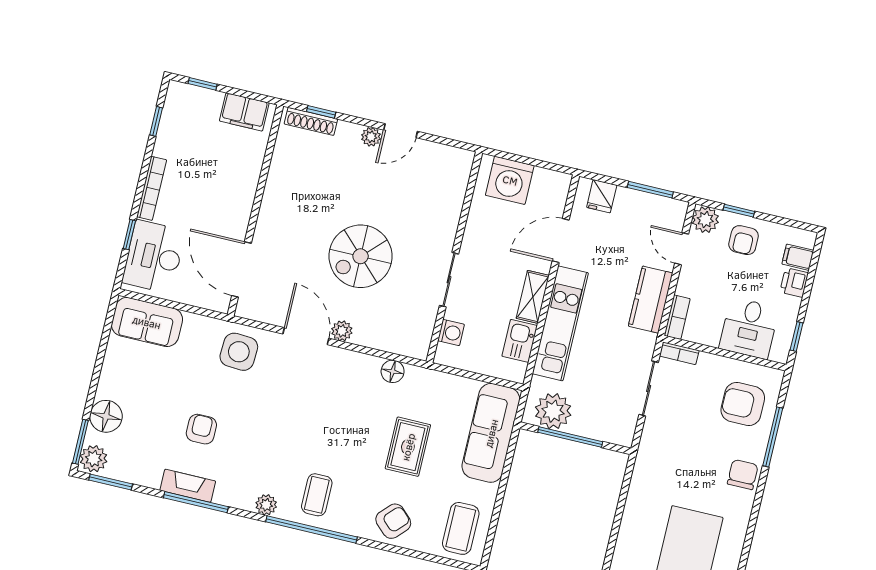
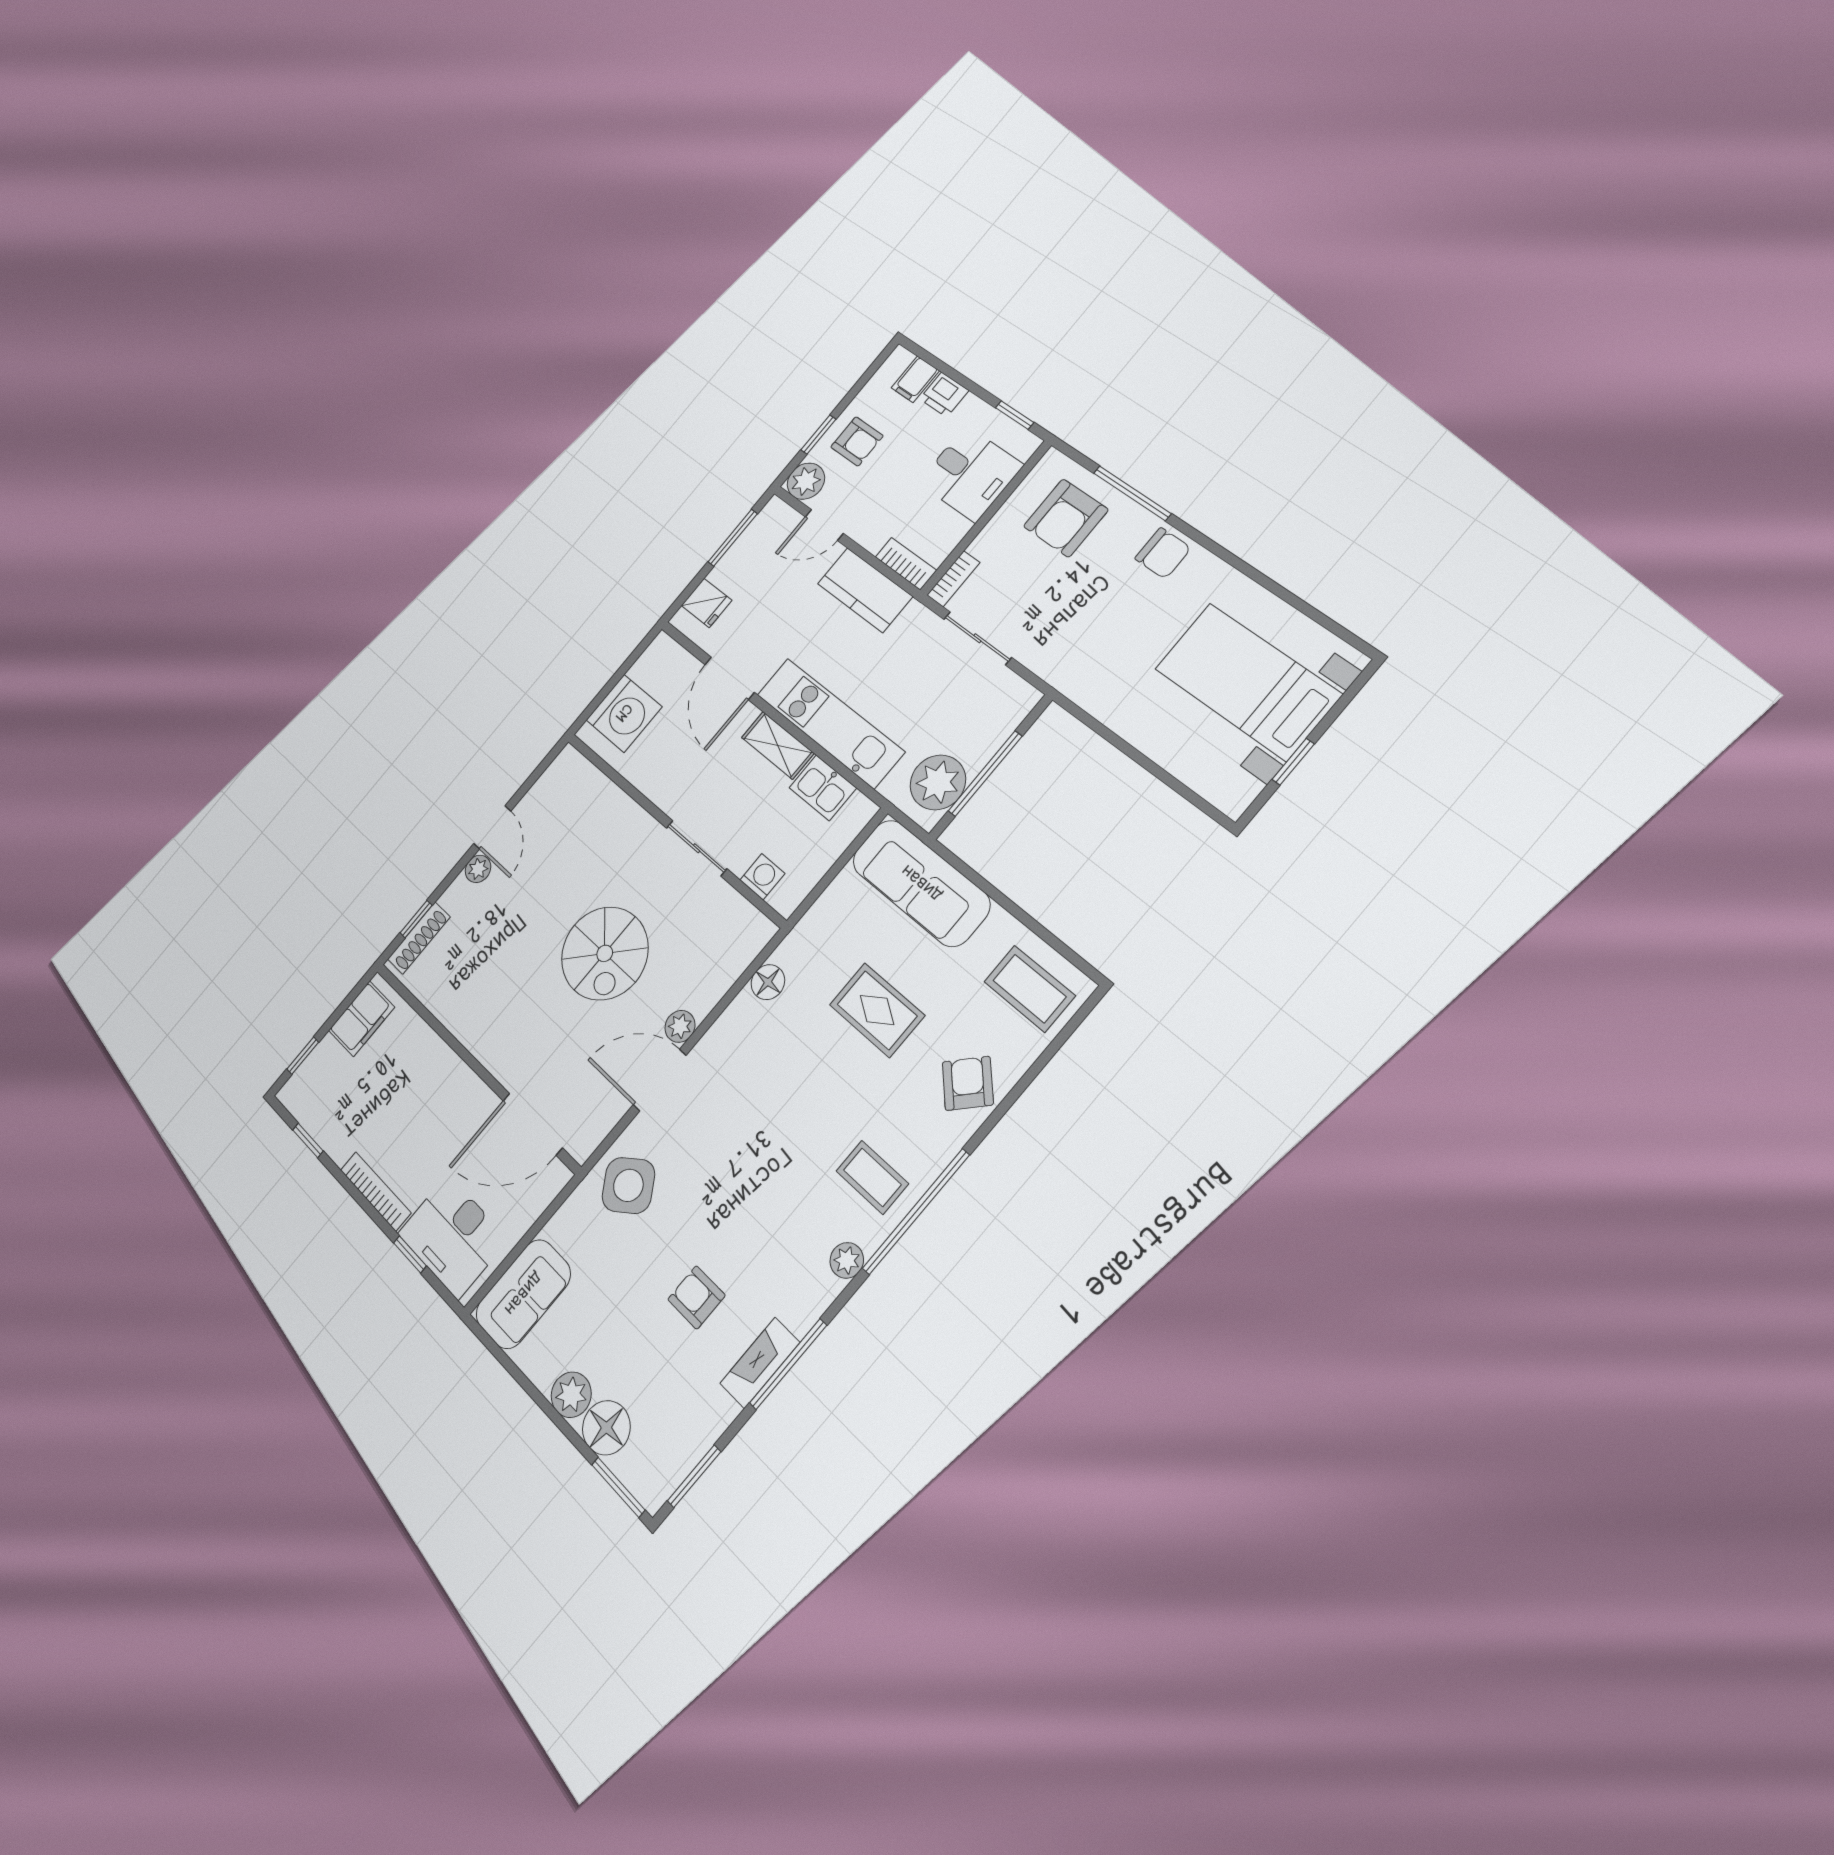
side table: (239, 352) -> (628, 1185), turned -38
plant: (94, 459) -> (571, 1395), moved
chair: (743, 474) -> (1163, 553), turned 180

